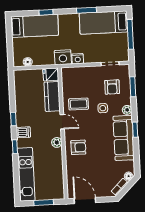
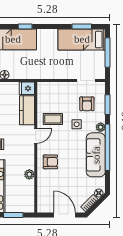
window: (87, 10) -> (82, 26), moved
nightstand: (63, 57) -> (40, 72), removed
nightstand: (78, 59) -> (54, 74), removed
door: (62, 122) -> (36, 136), hinge flipped
window: (135, 130) -> (108, 147), width x3.17
plant: (57, 142) -> (29, 174), moved
door: (85, 201) -> (65, 215), moved

